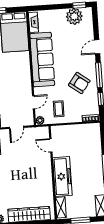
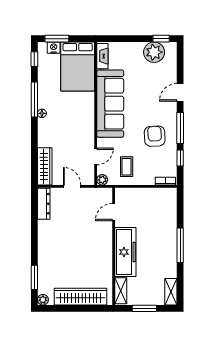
armchair: (79, 83) -> (155, 136), turned -130
door: (16, 127) -> (72, 186), swing flipped
door: (51, 145) -> (114, 212), hinge flipped

